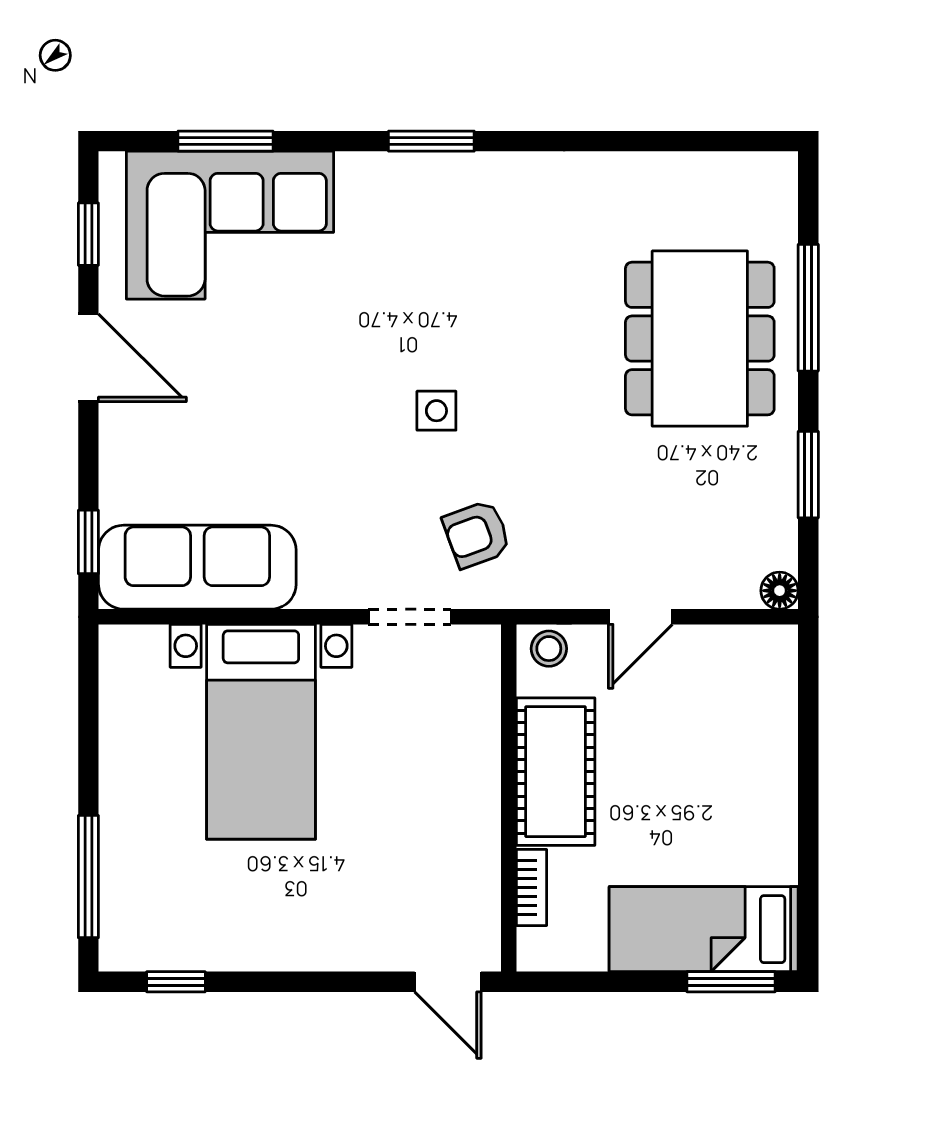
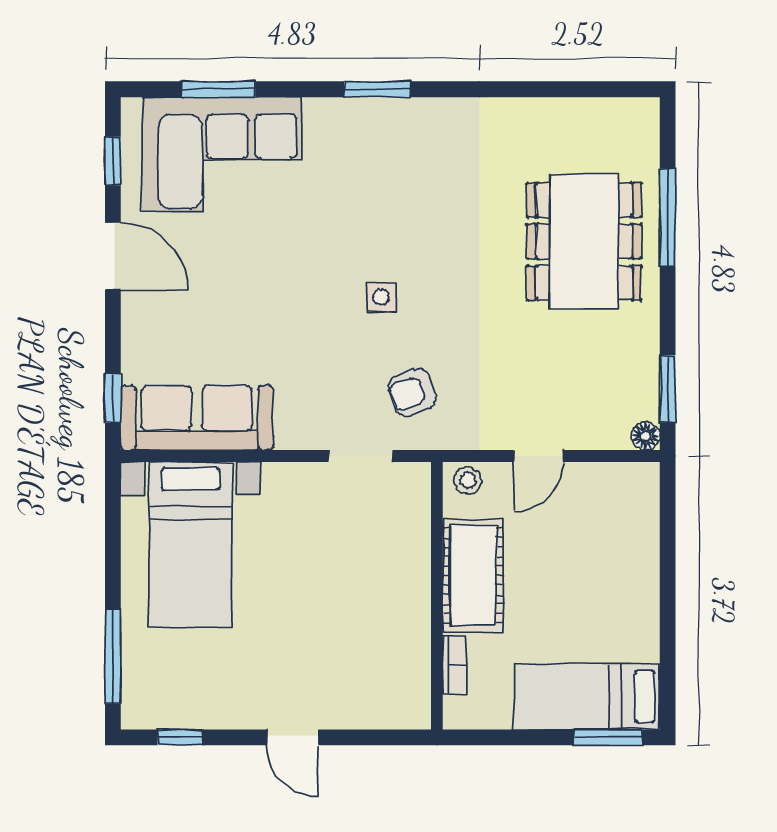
window: (808, 475) -> (668, 389), moved
bed with nightstands: (261, 732) -> (191, 545), moved
door: (448, 982) -> (293, 737), moved

